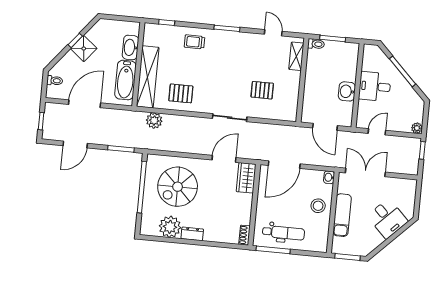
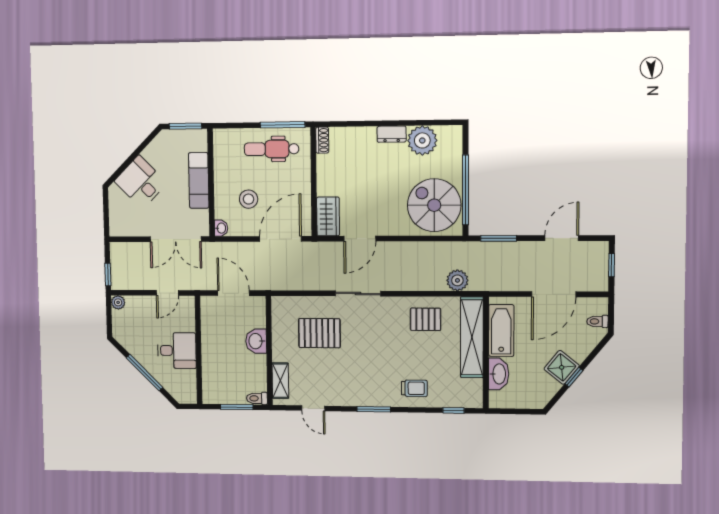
pallet: (262, 90) -> (319, 333), width x1.50, depth x1.42
washbasin: (347, 91) -> (256, 341), moved, turned 180
spiral stairs: (178, 187) -> (434, 205), moved, turned -90
stool: (318, 206) -> (249, 199), moved

